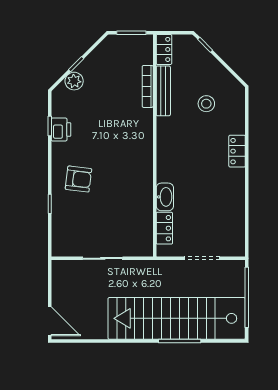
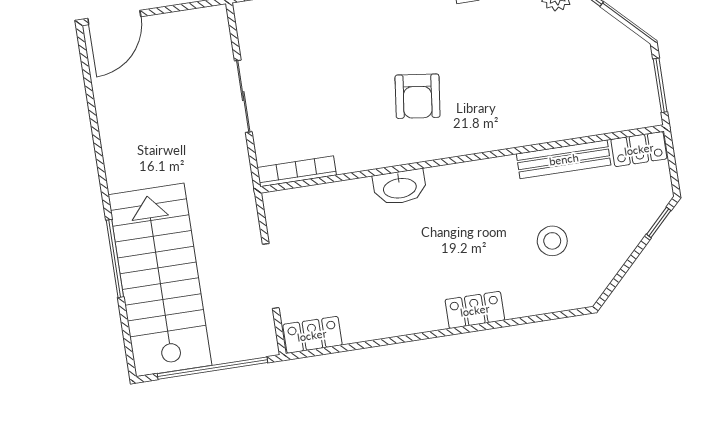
bookcase: (148, 86) -> (297, 171), moved
armchair: (78, 179) -> (418, 96), moved
washbasin: (165, 197) -> (400, 187), moved
locker: (164, 228) -> (312, 335), moved, turned 180
stairs: (177, 318) -> (160, 280), width x0.73

